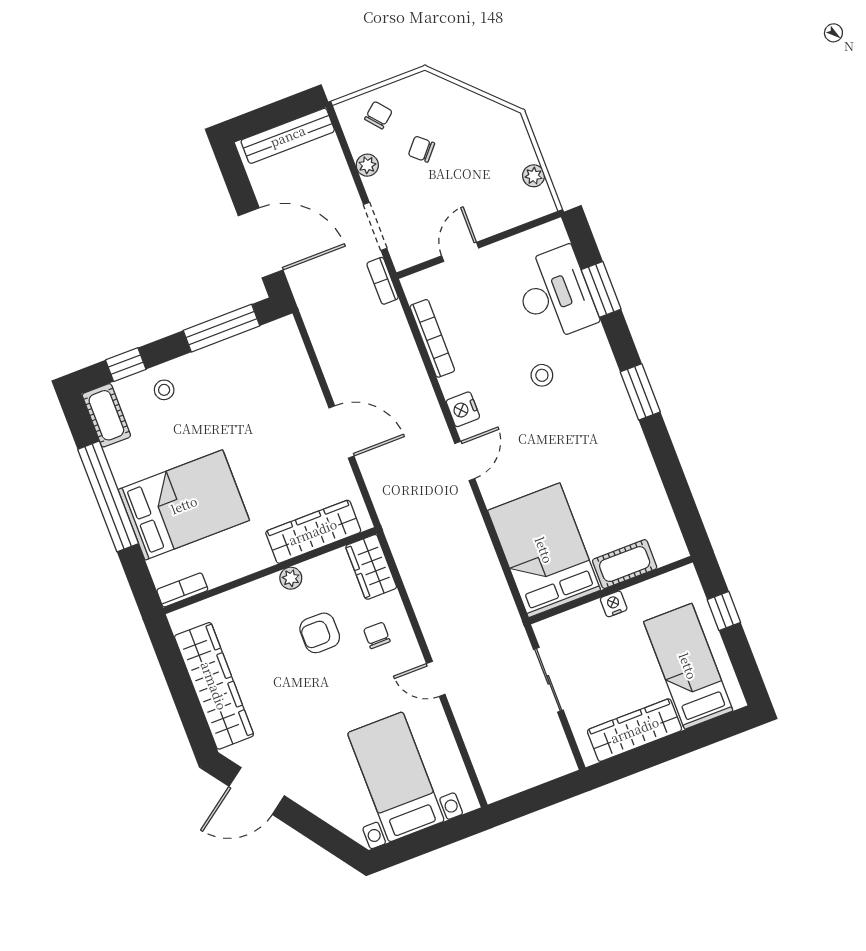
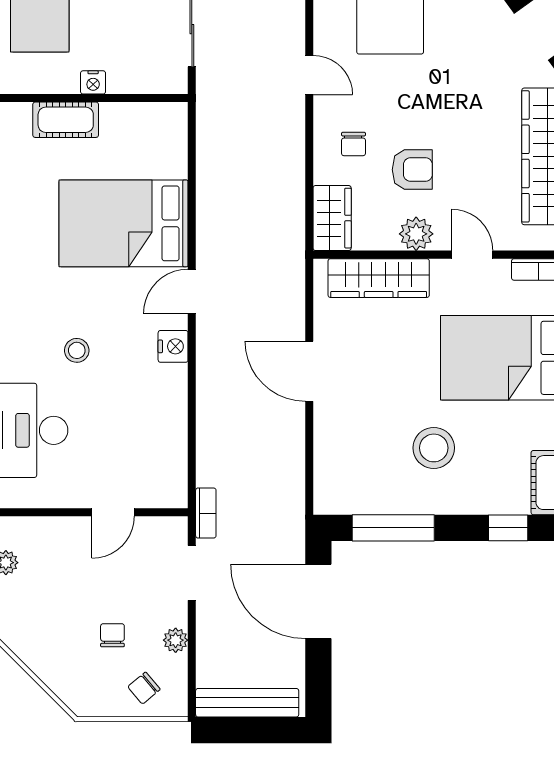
chair: (421, 149) -> (112, 635), turned -131
bookcase: (432, 338) -> (177, 433), removed
stool: (164, 390) -> (434, 448), moved, width x1.89, depth x1.89
bed: (544, 550) -> (124, 223), moved, turned 90
plant: (291, 578) -> (416, 234), width x1.38, depth x1.38
door: (243, 581) -> (472, 255), added

